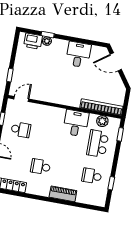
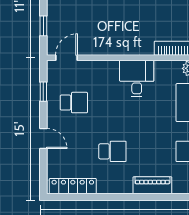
desk: (76, 123) -> (137, 78), moved
school desk: (41, 167) -> (112, 151), turned 180

